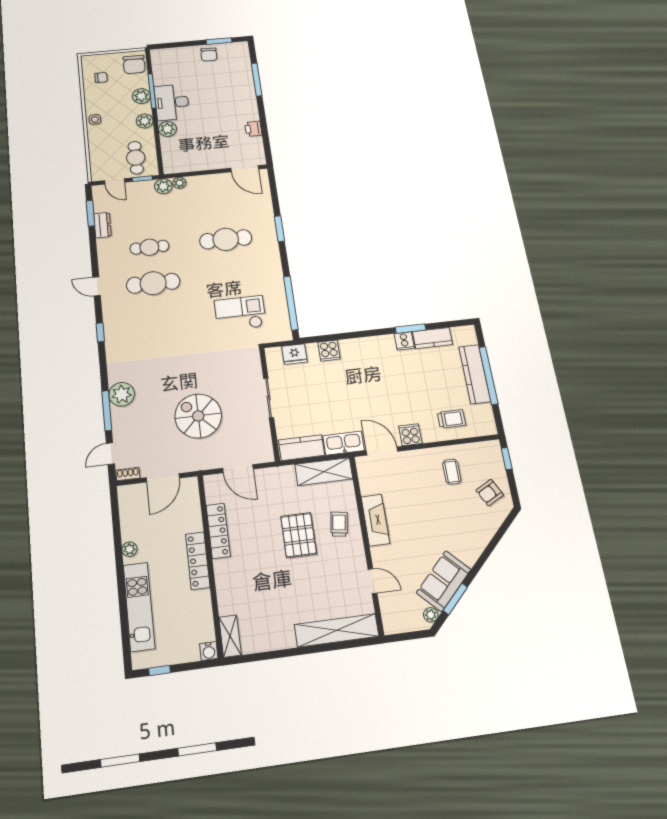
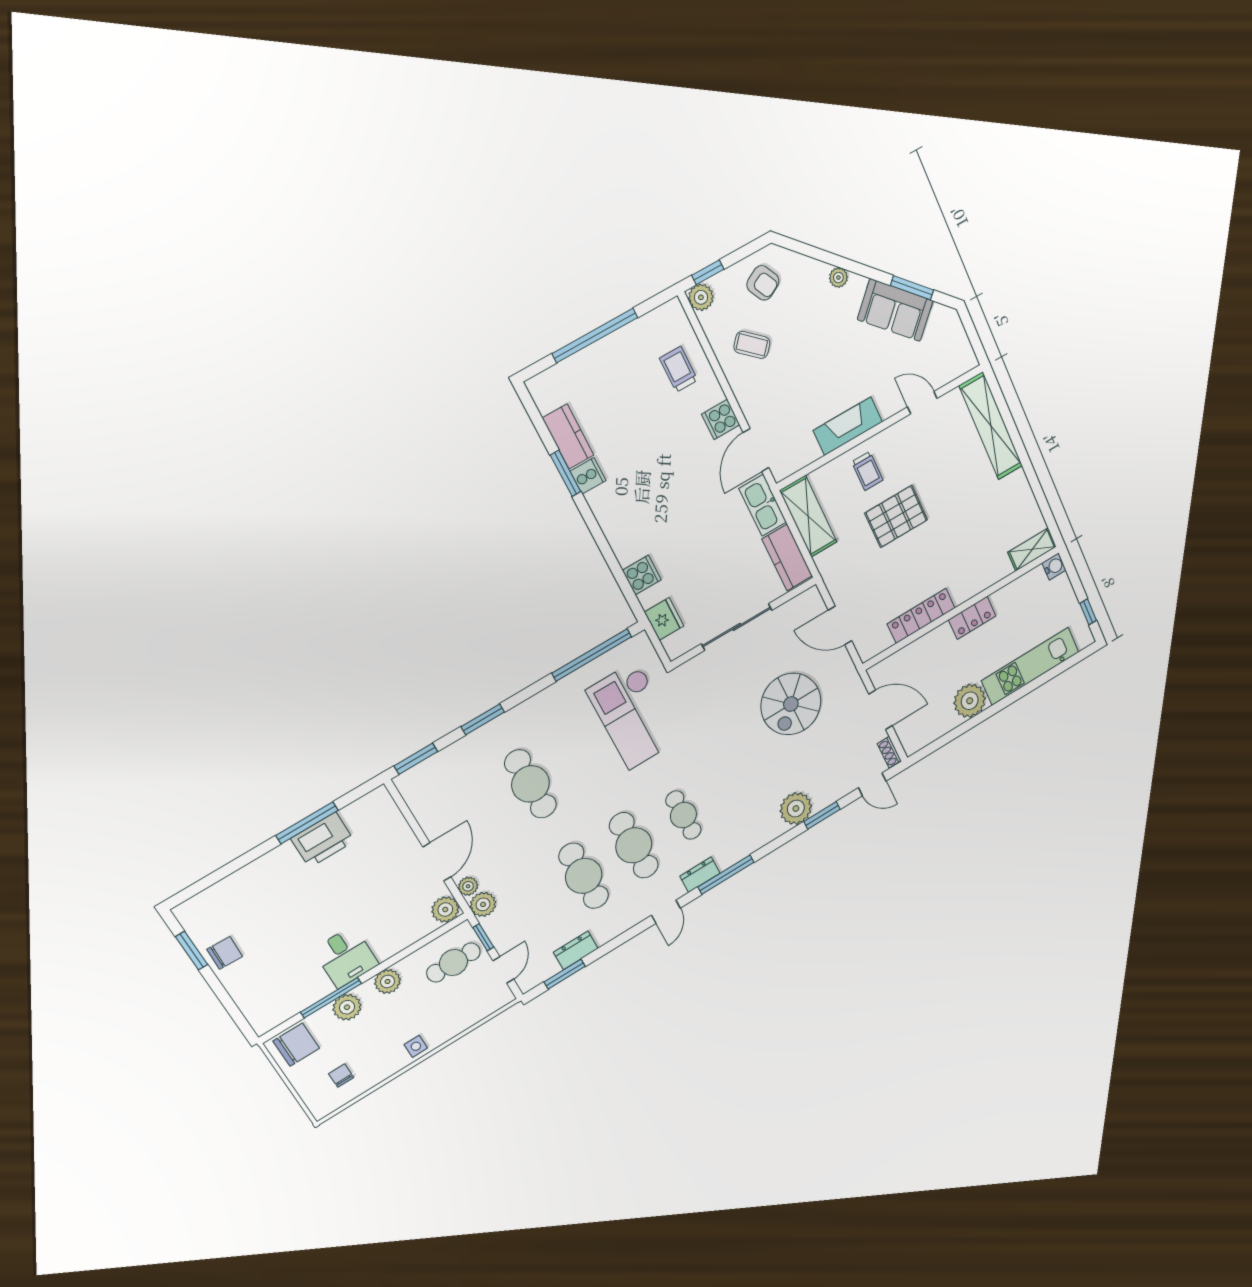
window: (257, 80) -> (307, 823), moved
desk: (172, 102) -> (346, 957), width x0.73
plant: (167, 129) -> (445, 910), moved
printer: (253, 129) -> (323, 840), width x1.87, depth x1.48
door: (245, 169) -> (437, 862), moved
window: (273, 186) -> (416, 759), added
cafe table: (149, 247) -> (584, 876), width x1.37, depth x1.35
checkout: (240, 313) -> (633, 715), width x1.36, depth x1.21
dresser: (110, 316) -> (700, 875), added
cafe table: (157, 320) -> (683, 815), added
window: (100, 332) -> (726, 875), width x2.17
kitchen counter: (475, 374) -> (600, 357), removed
sliding door: (269, 398) -> (737, 627), width x1.37
window: (107, 411) -> (822, 815), width x0.69
plant: (492, 449) -> (701, 297), added
door: (238, 469) -> (840, 625), swing flipped
coffee table: (452, 472) -> (752, 345), turned 41
trolley: (339, 524) -> (867, 471), turned -99
plant: (129, 549) -> (970, 701), width x1.88, depth x1.88
locker: (198, 561) -> (972, 618), width x0.66
door: (372, 581) -> (922, 403), hinge flipped
plant: (431, 615) -> (838, 278), moved

